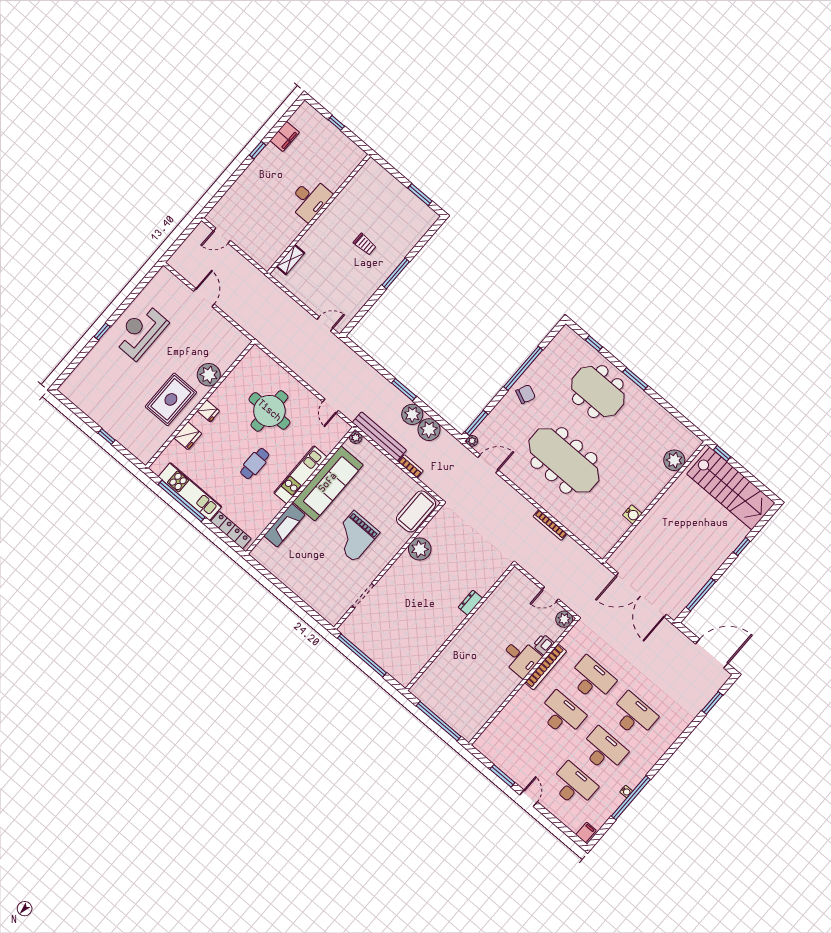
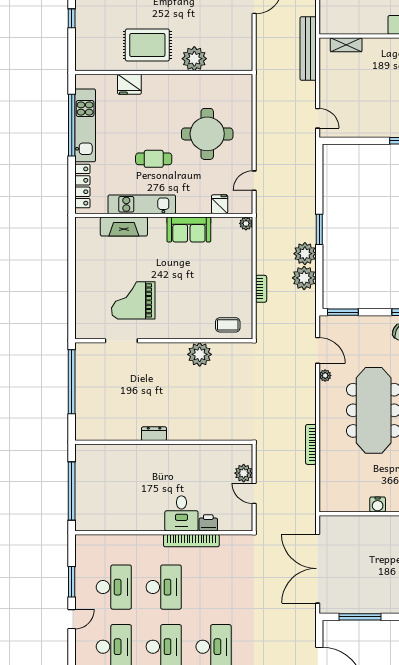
fridge: (208, 411) -> (220, 204), moved, turned 180
bench: (379, 436) -> (308, 49), moved
plant: (472, 441) -> (325, 376), moved
kitchen unit: (300, 475) -> (142, 204), moved
sofa: (328, 483) -> (189, 230), width x0.54, depth x0.79
coffee table: (416, 511) -> (228, 325), width x0.54, depth x0.58
grand piano: (354, 536) -> (133, 300), moved
dresser: (470, 603) -> (154, 434), moved
plant: (564, 619) -> (244, 473), moved
desk: (592, 679) -> (114, 587), moved

